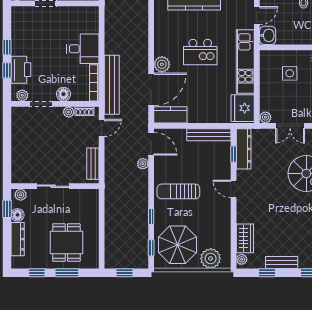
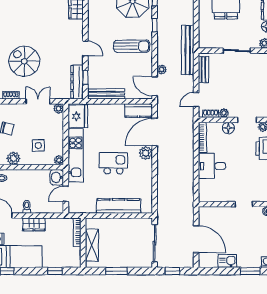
plant: (265, 56) -> (59, 160), added
bench: (112, 85) -> (188, 50), moved

